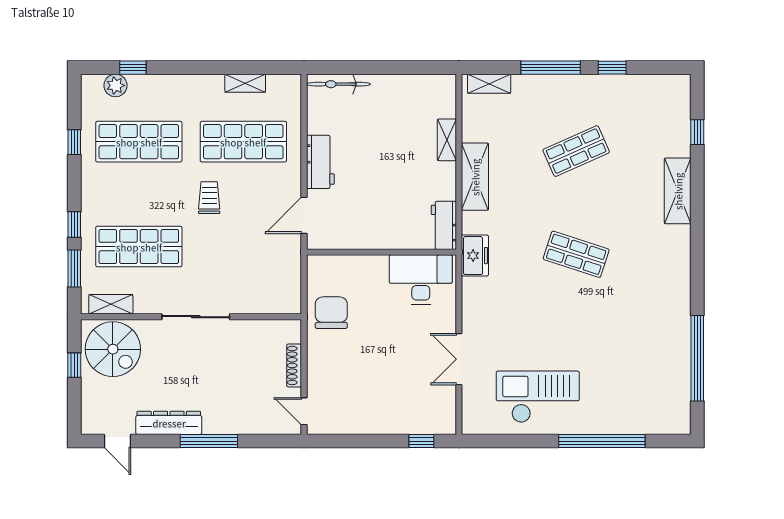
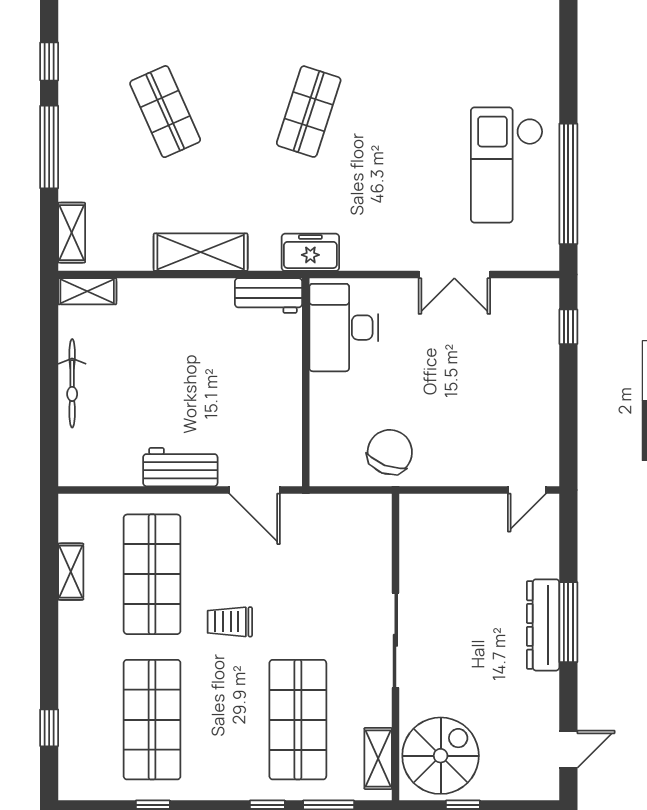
bicycle: (339, 84) -> (72, 383), moved
plant: (116, 85) -> (74, 752), removed
shelving: (447, 140) -> (87, 291), moved
chair: (331, 313) -> (390, 452), turned 111
shoe rack: (294, 365) -> (463, 504), removed
dresser: (169, 423) -> (543, 625), moved
window: (602, 441) -> (568, 184), moved

